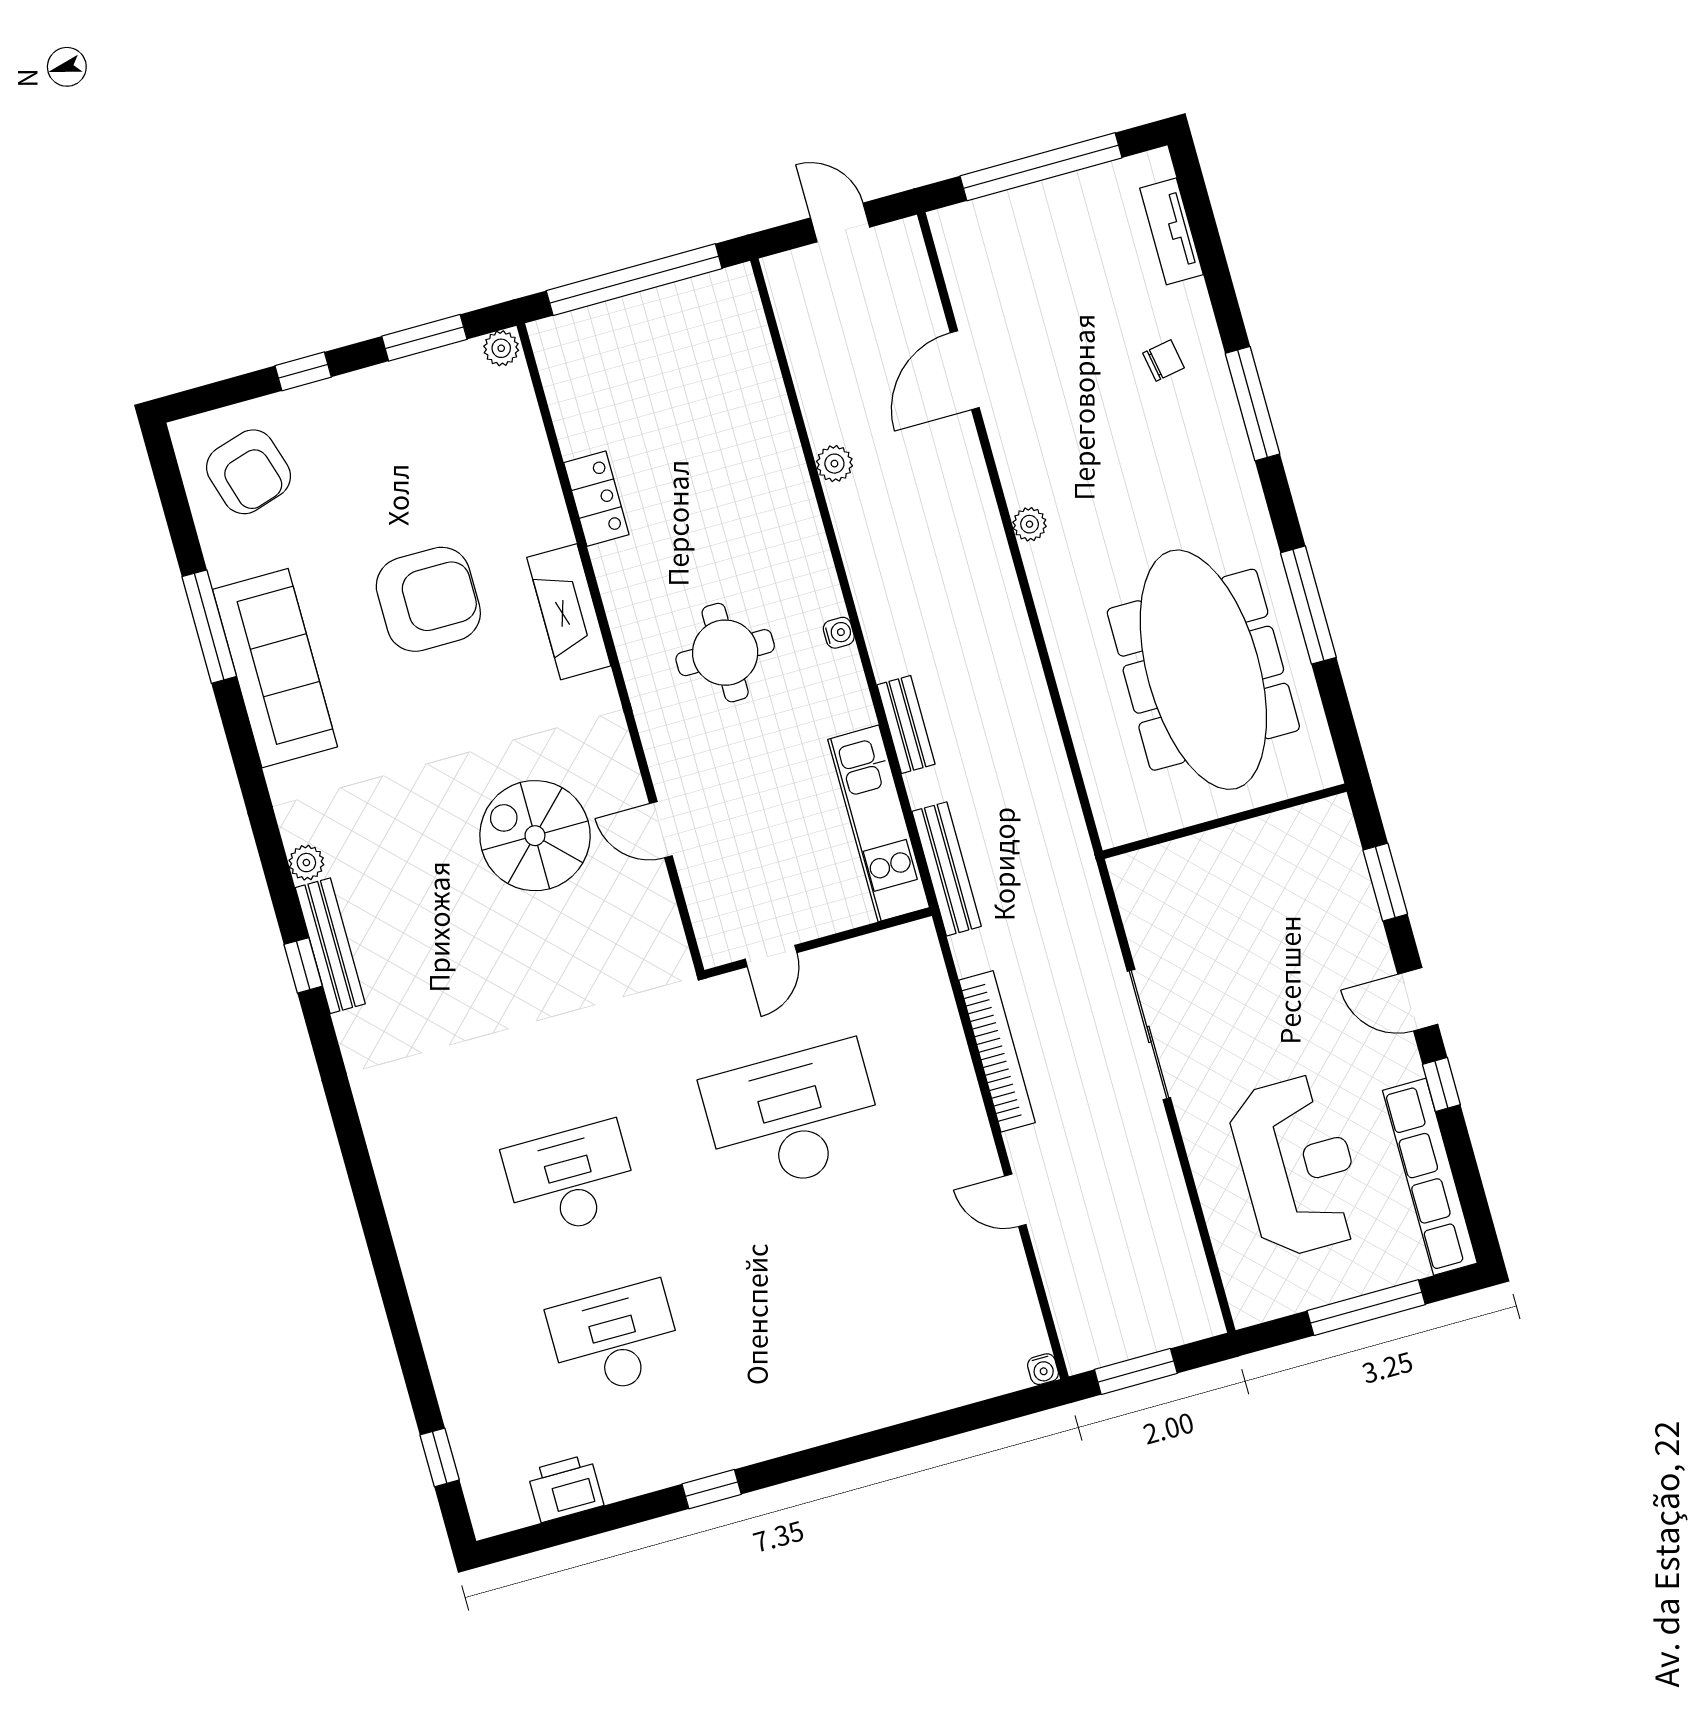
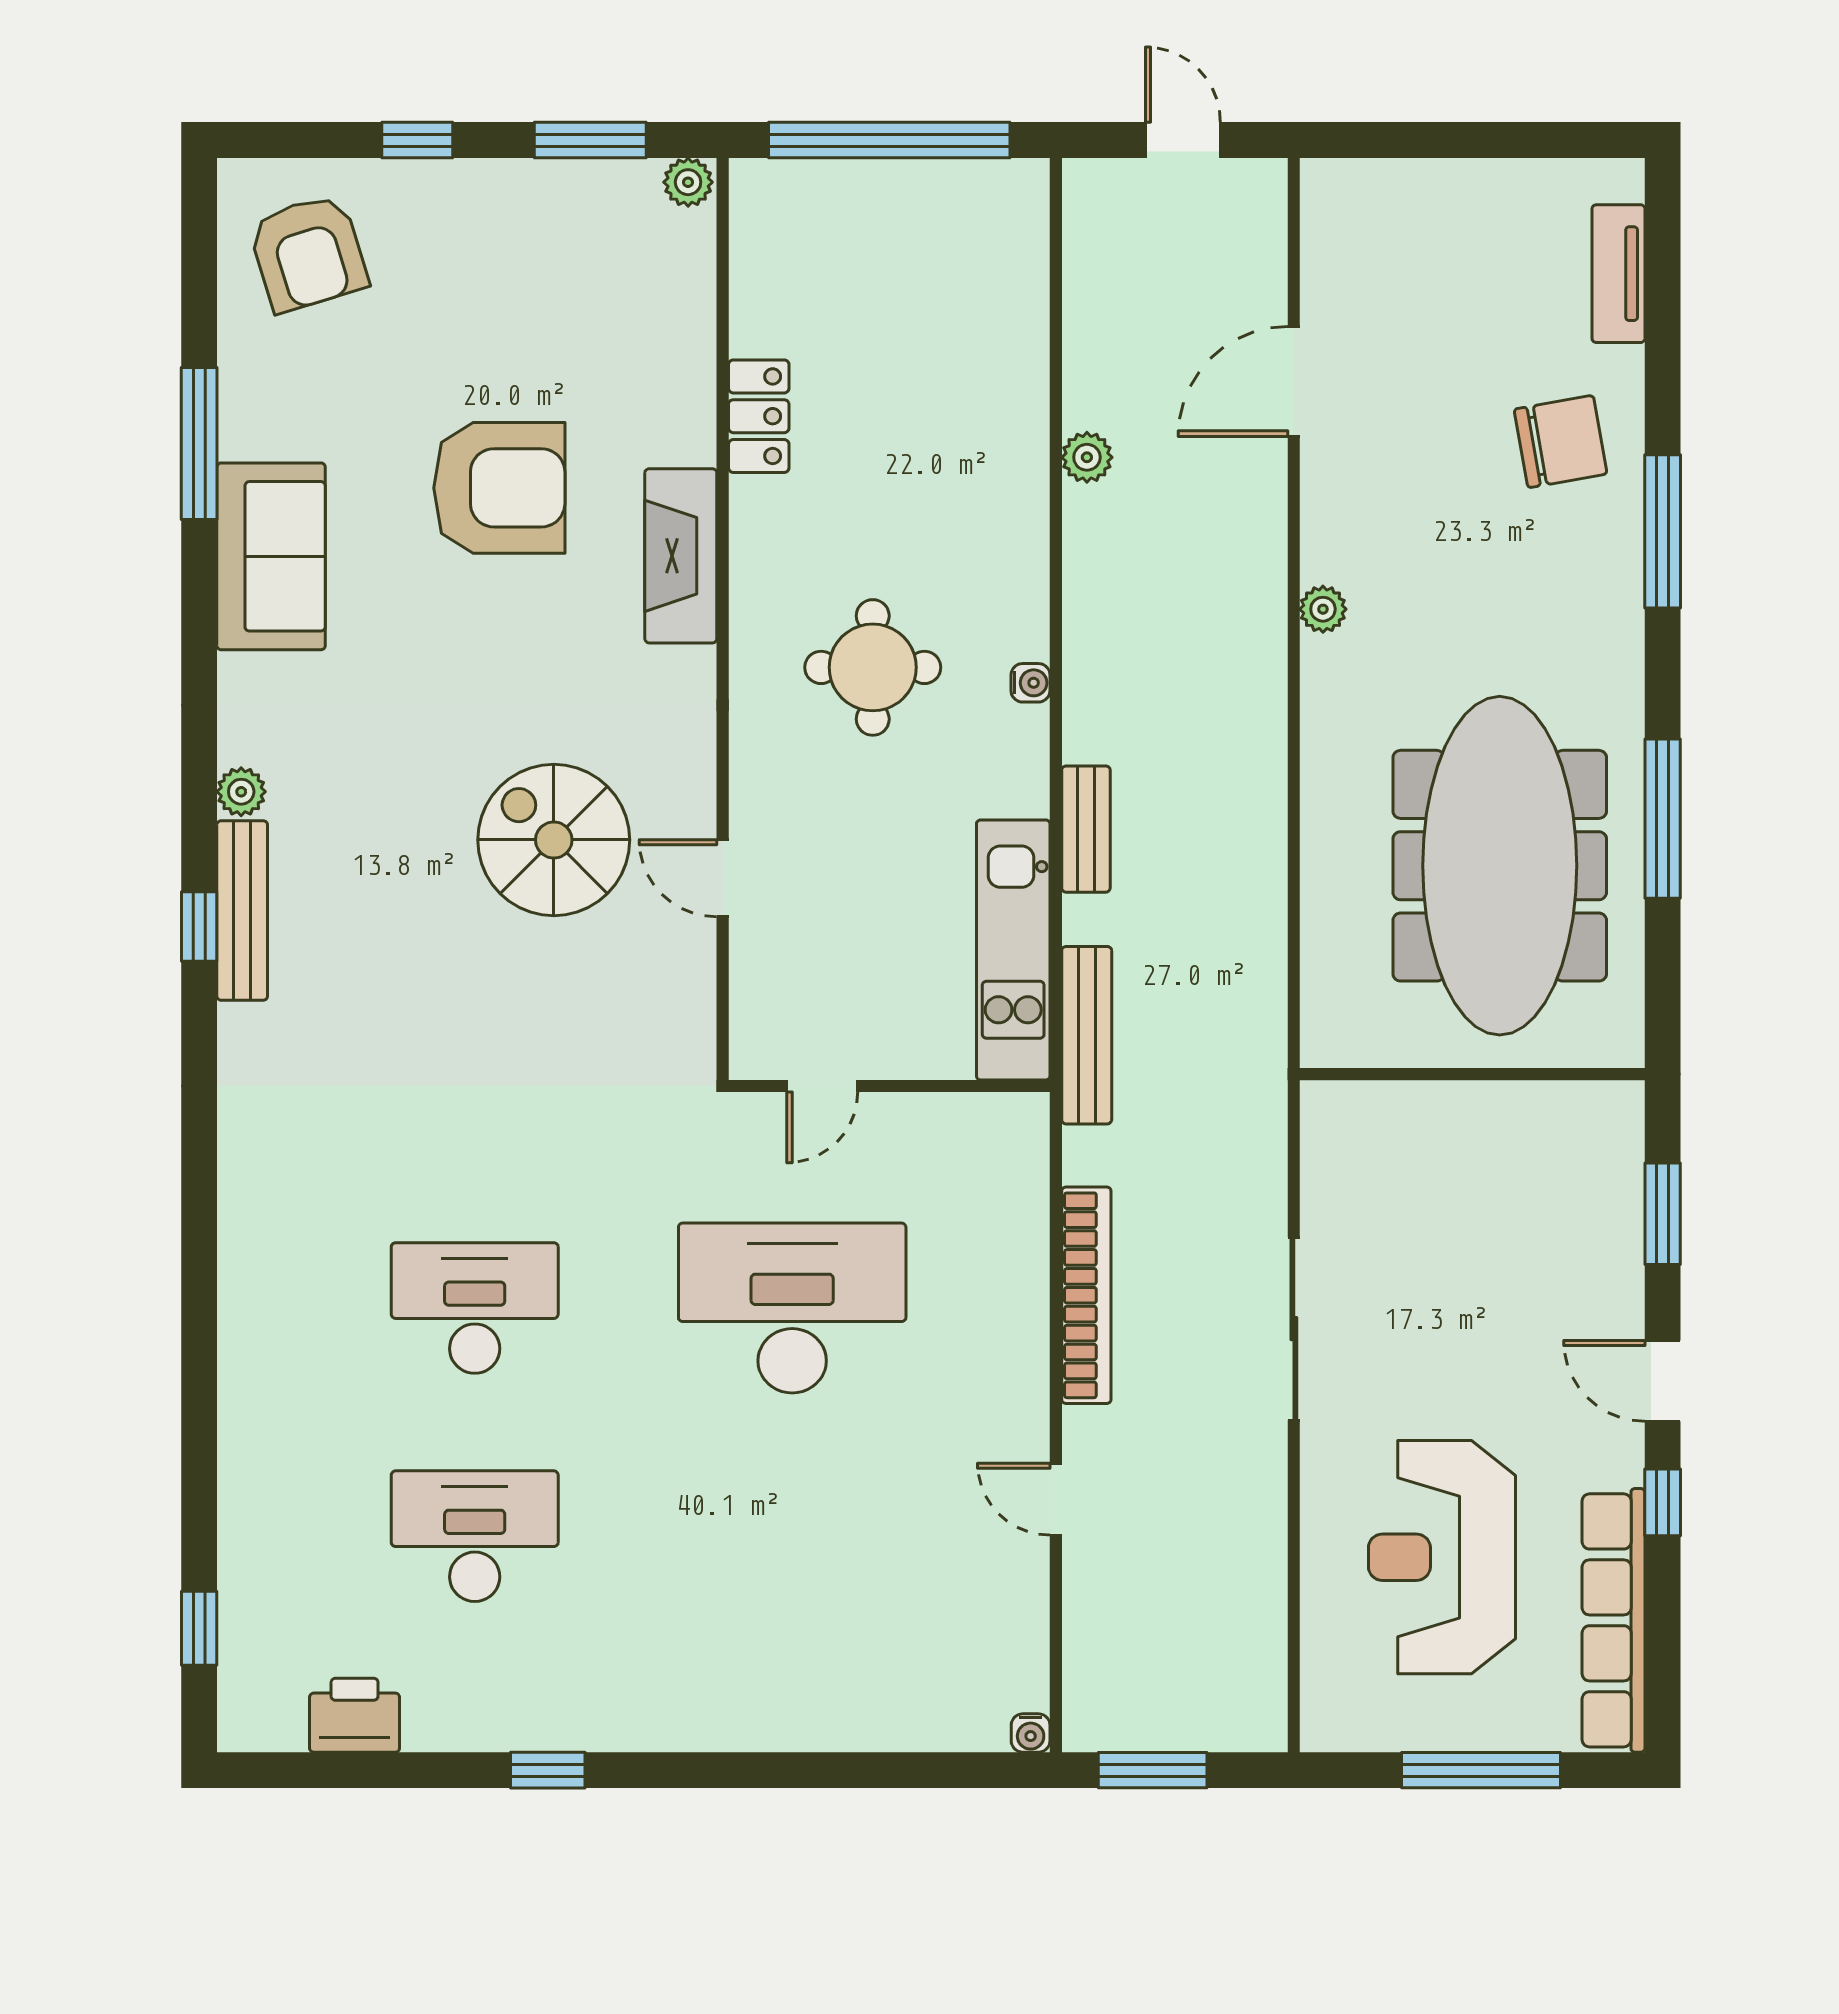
window: (1041, 167) -> (1469, 140), removed
chair: (1164, 360) -> (1561, 442), width x1.87, depth x1.87
sofa: (275, 668) -> (271, 556), width x0.73
reception desk: (1297, 1166) -> (1442, 1557), turned 180

